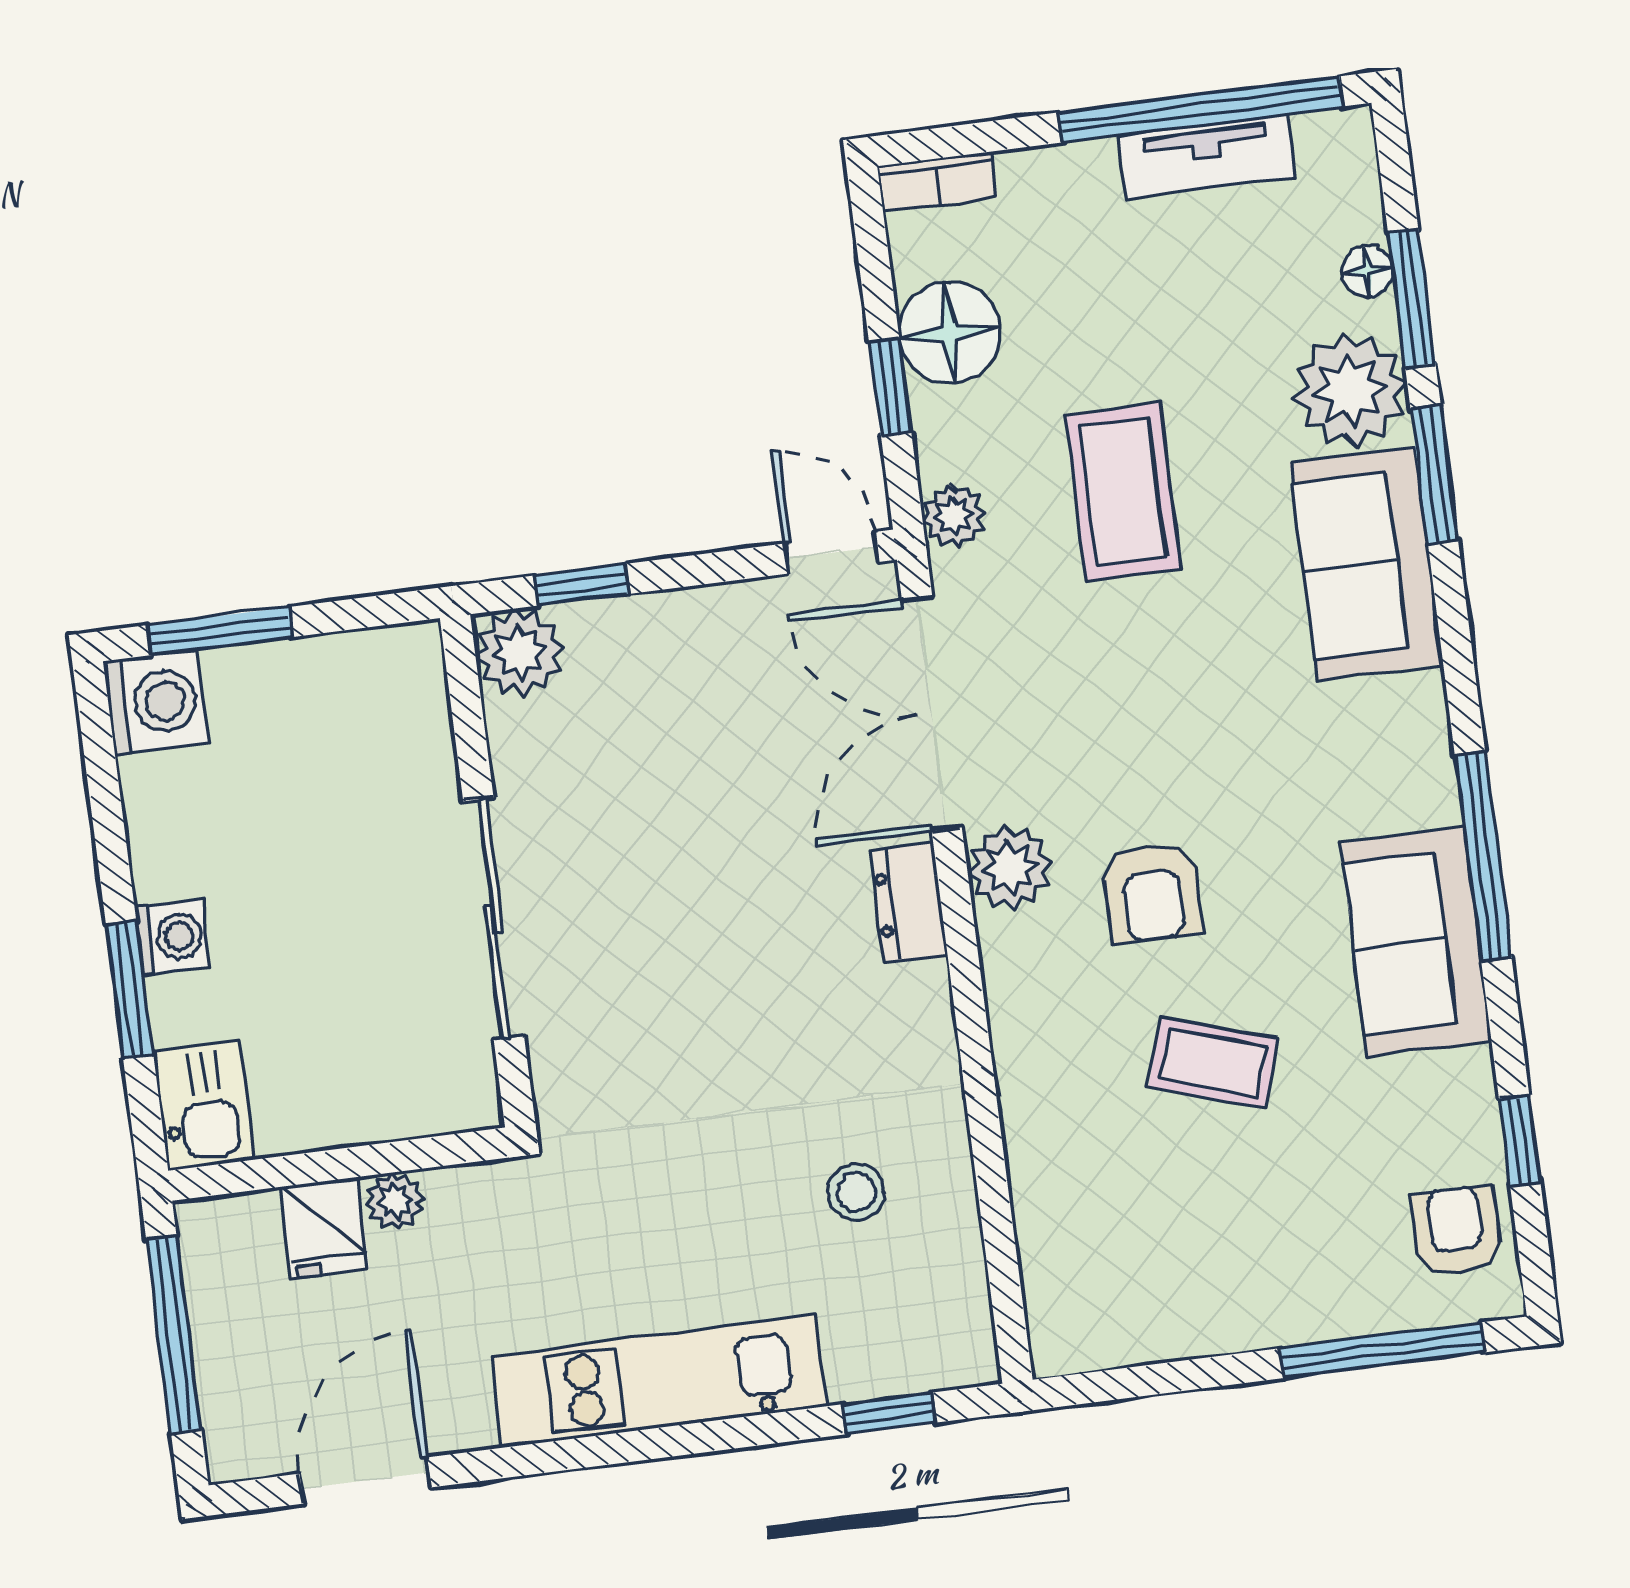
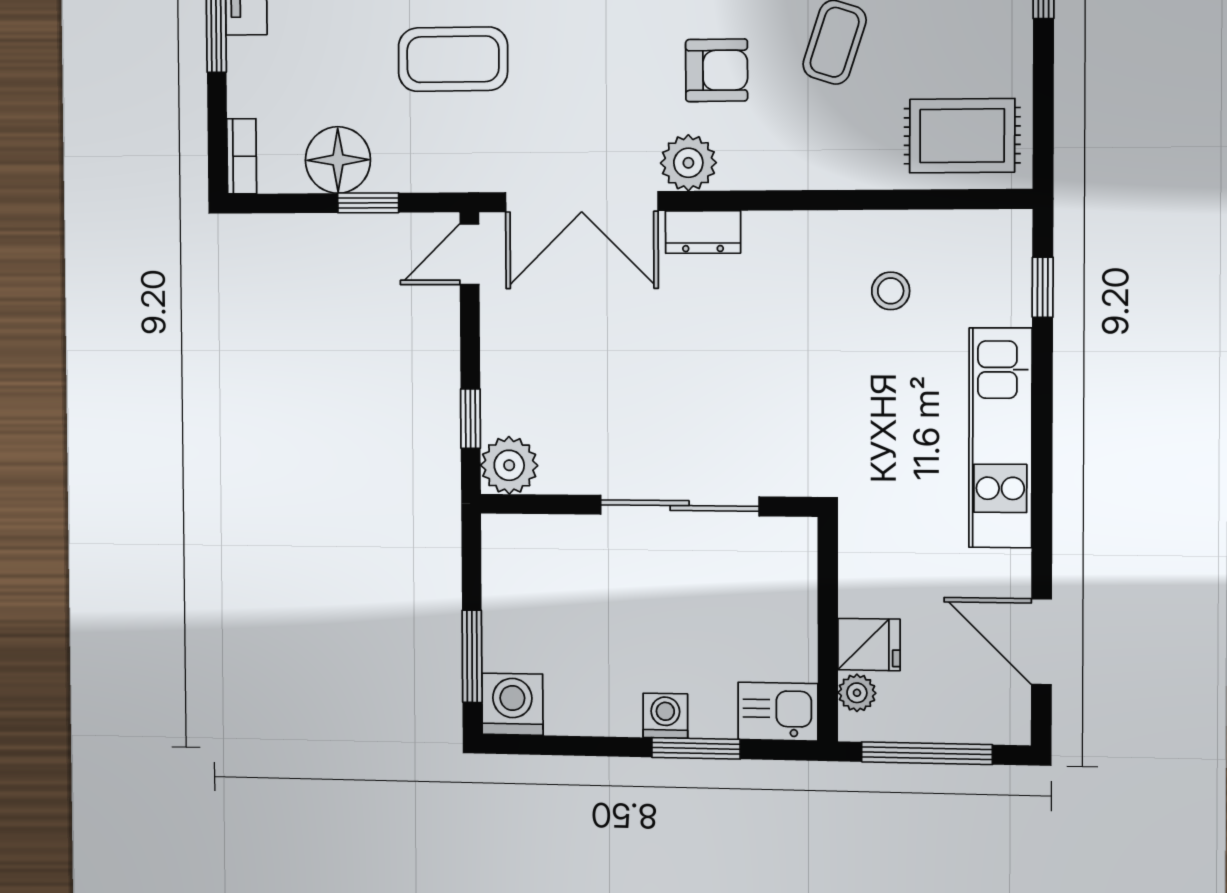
plant: (954, 516) -> (456, 172), removed
plant: (395, 1201) -> (857, 693), moved
rug: (1098, 1267) -> (962, 136), added

